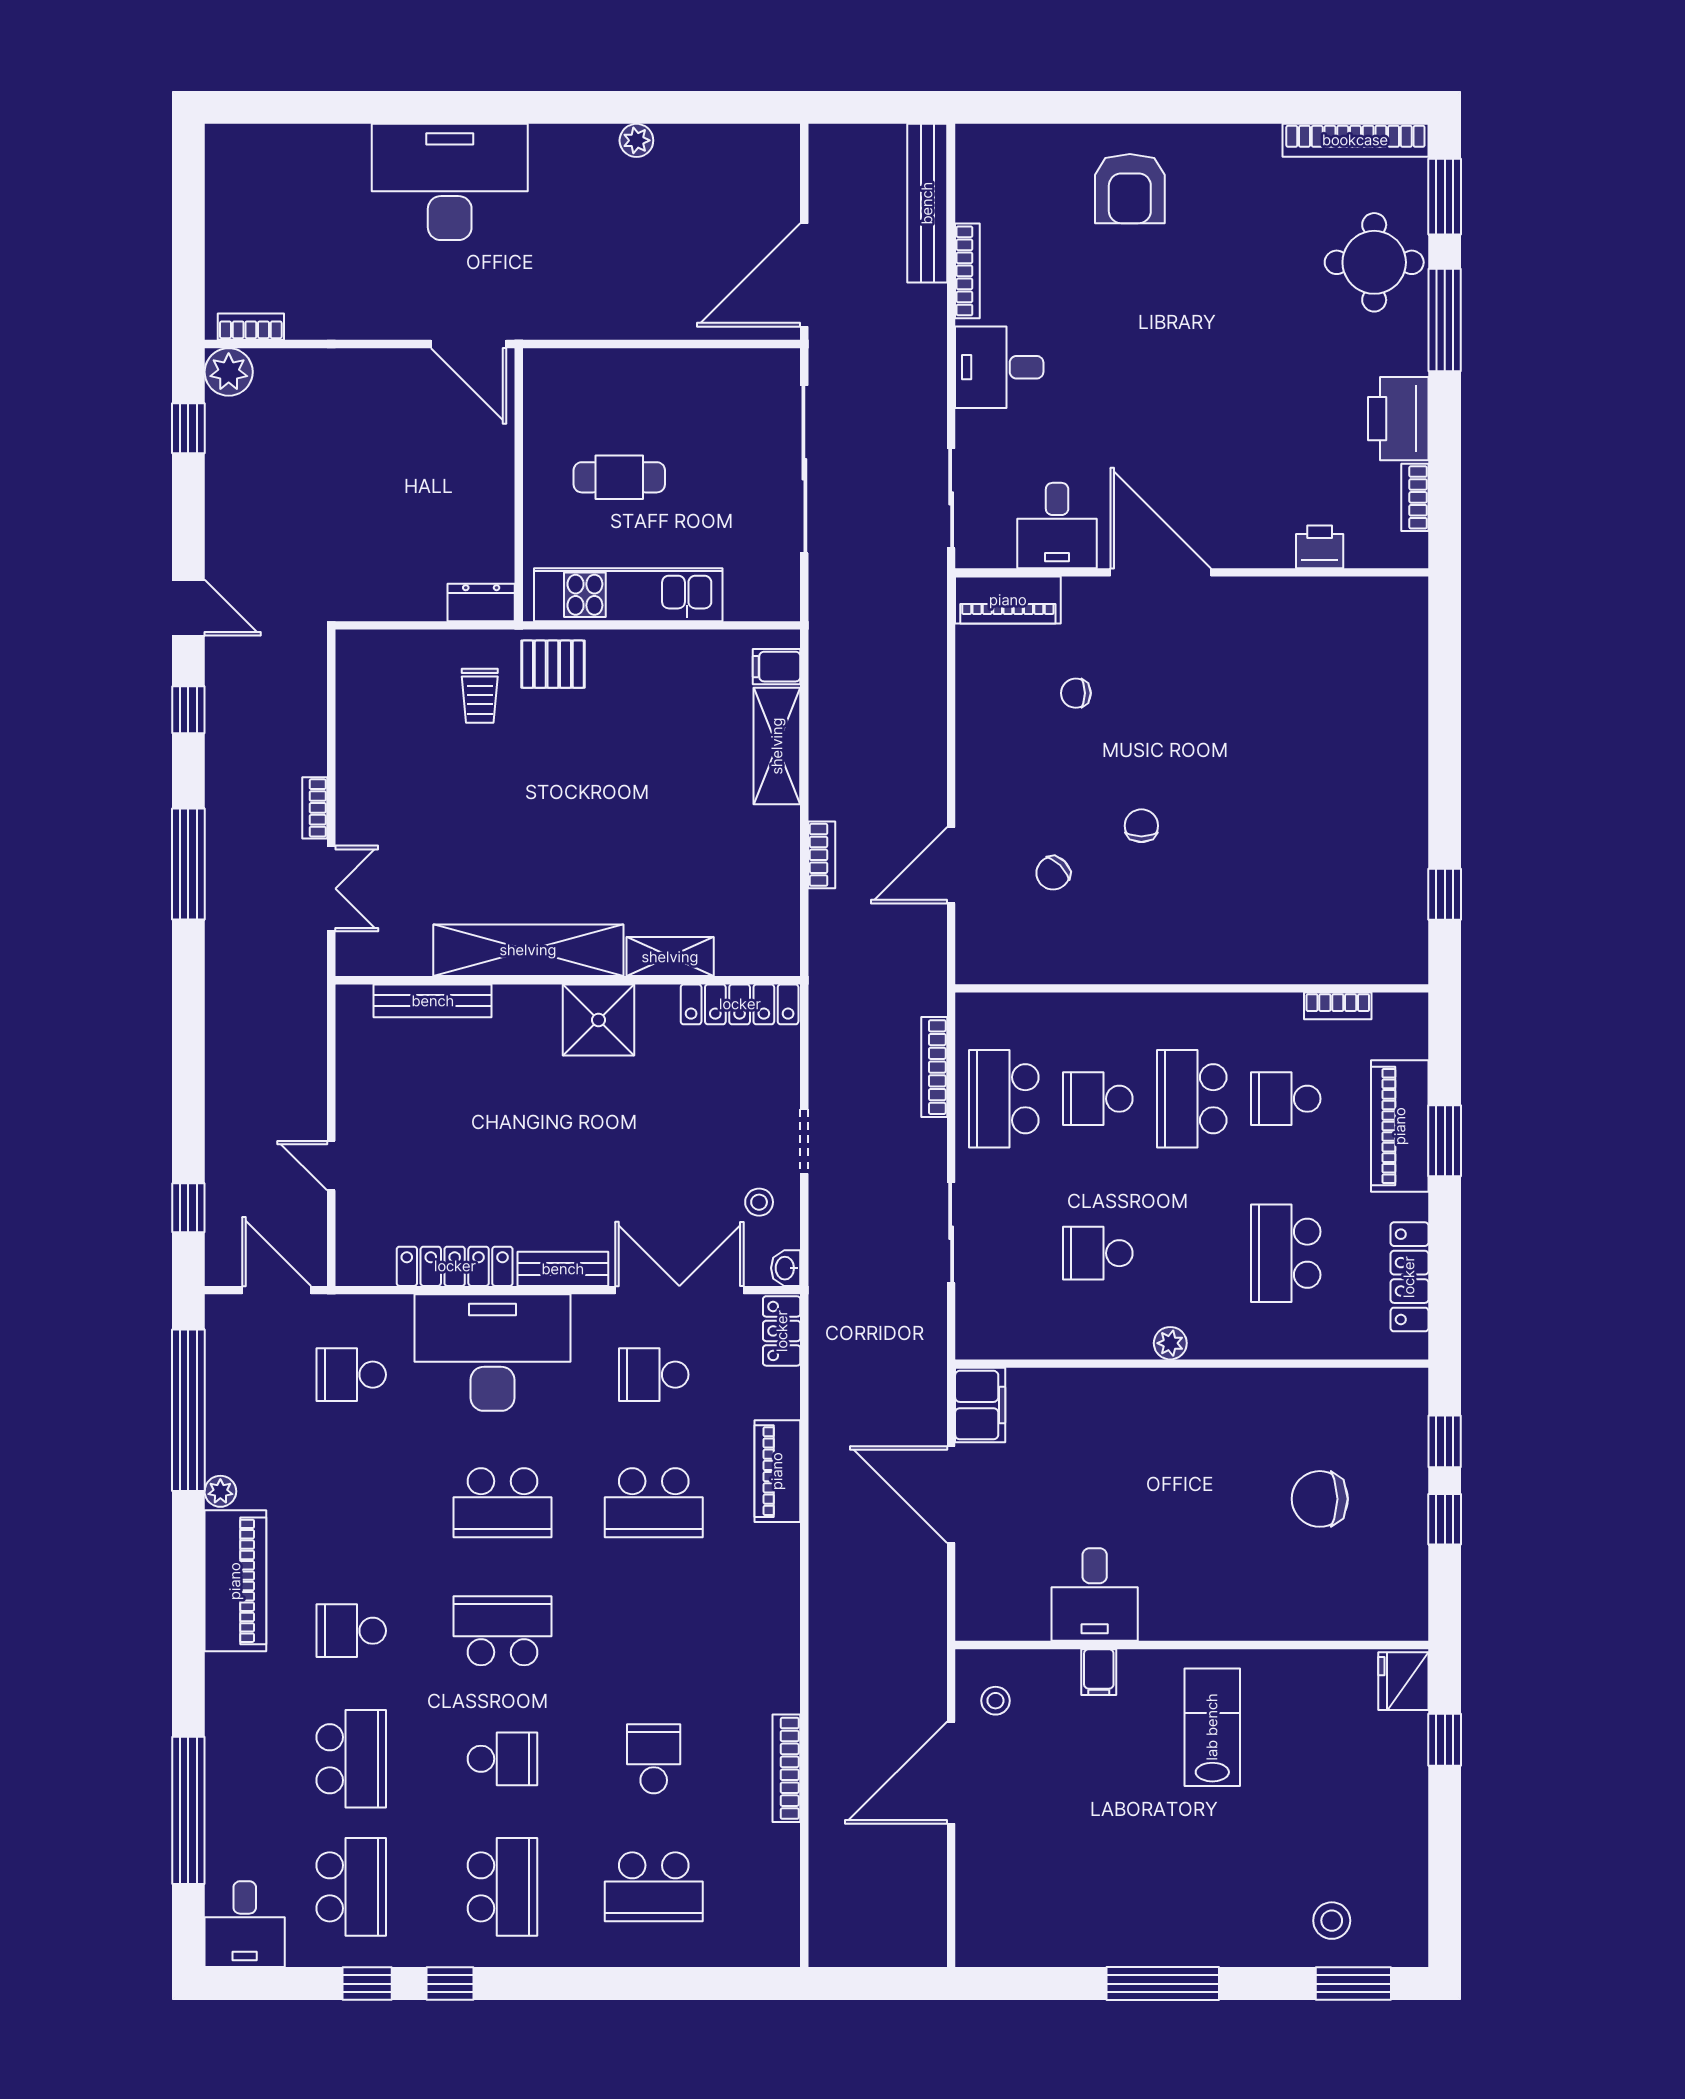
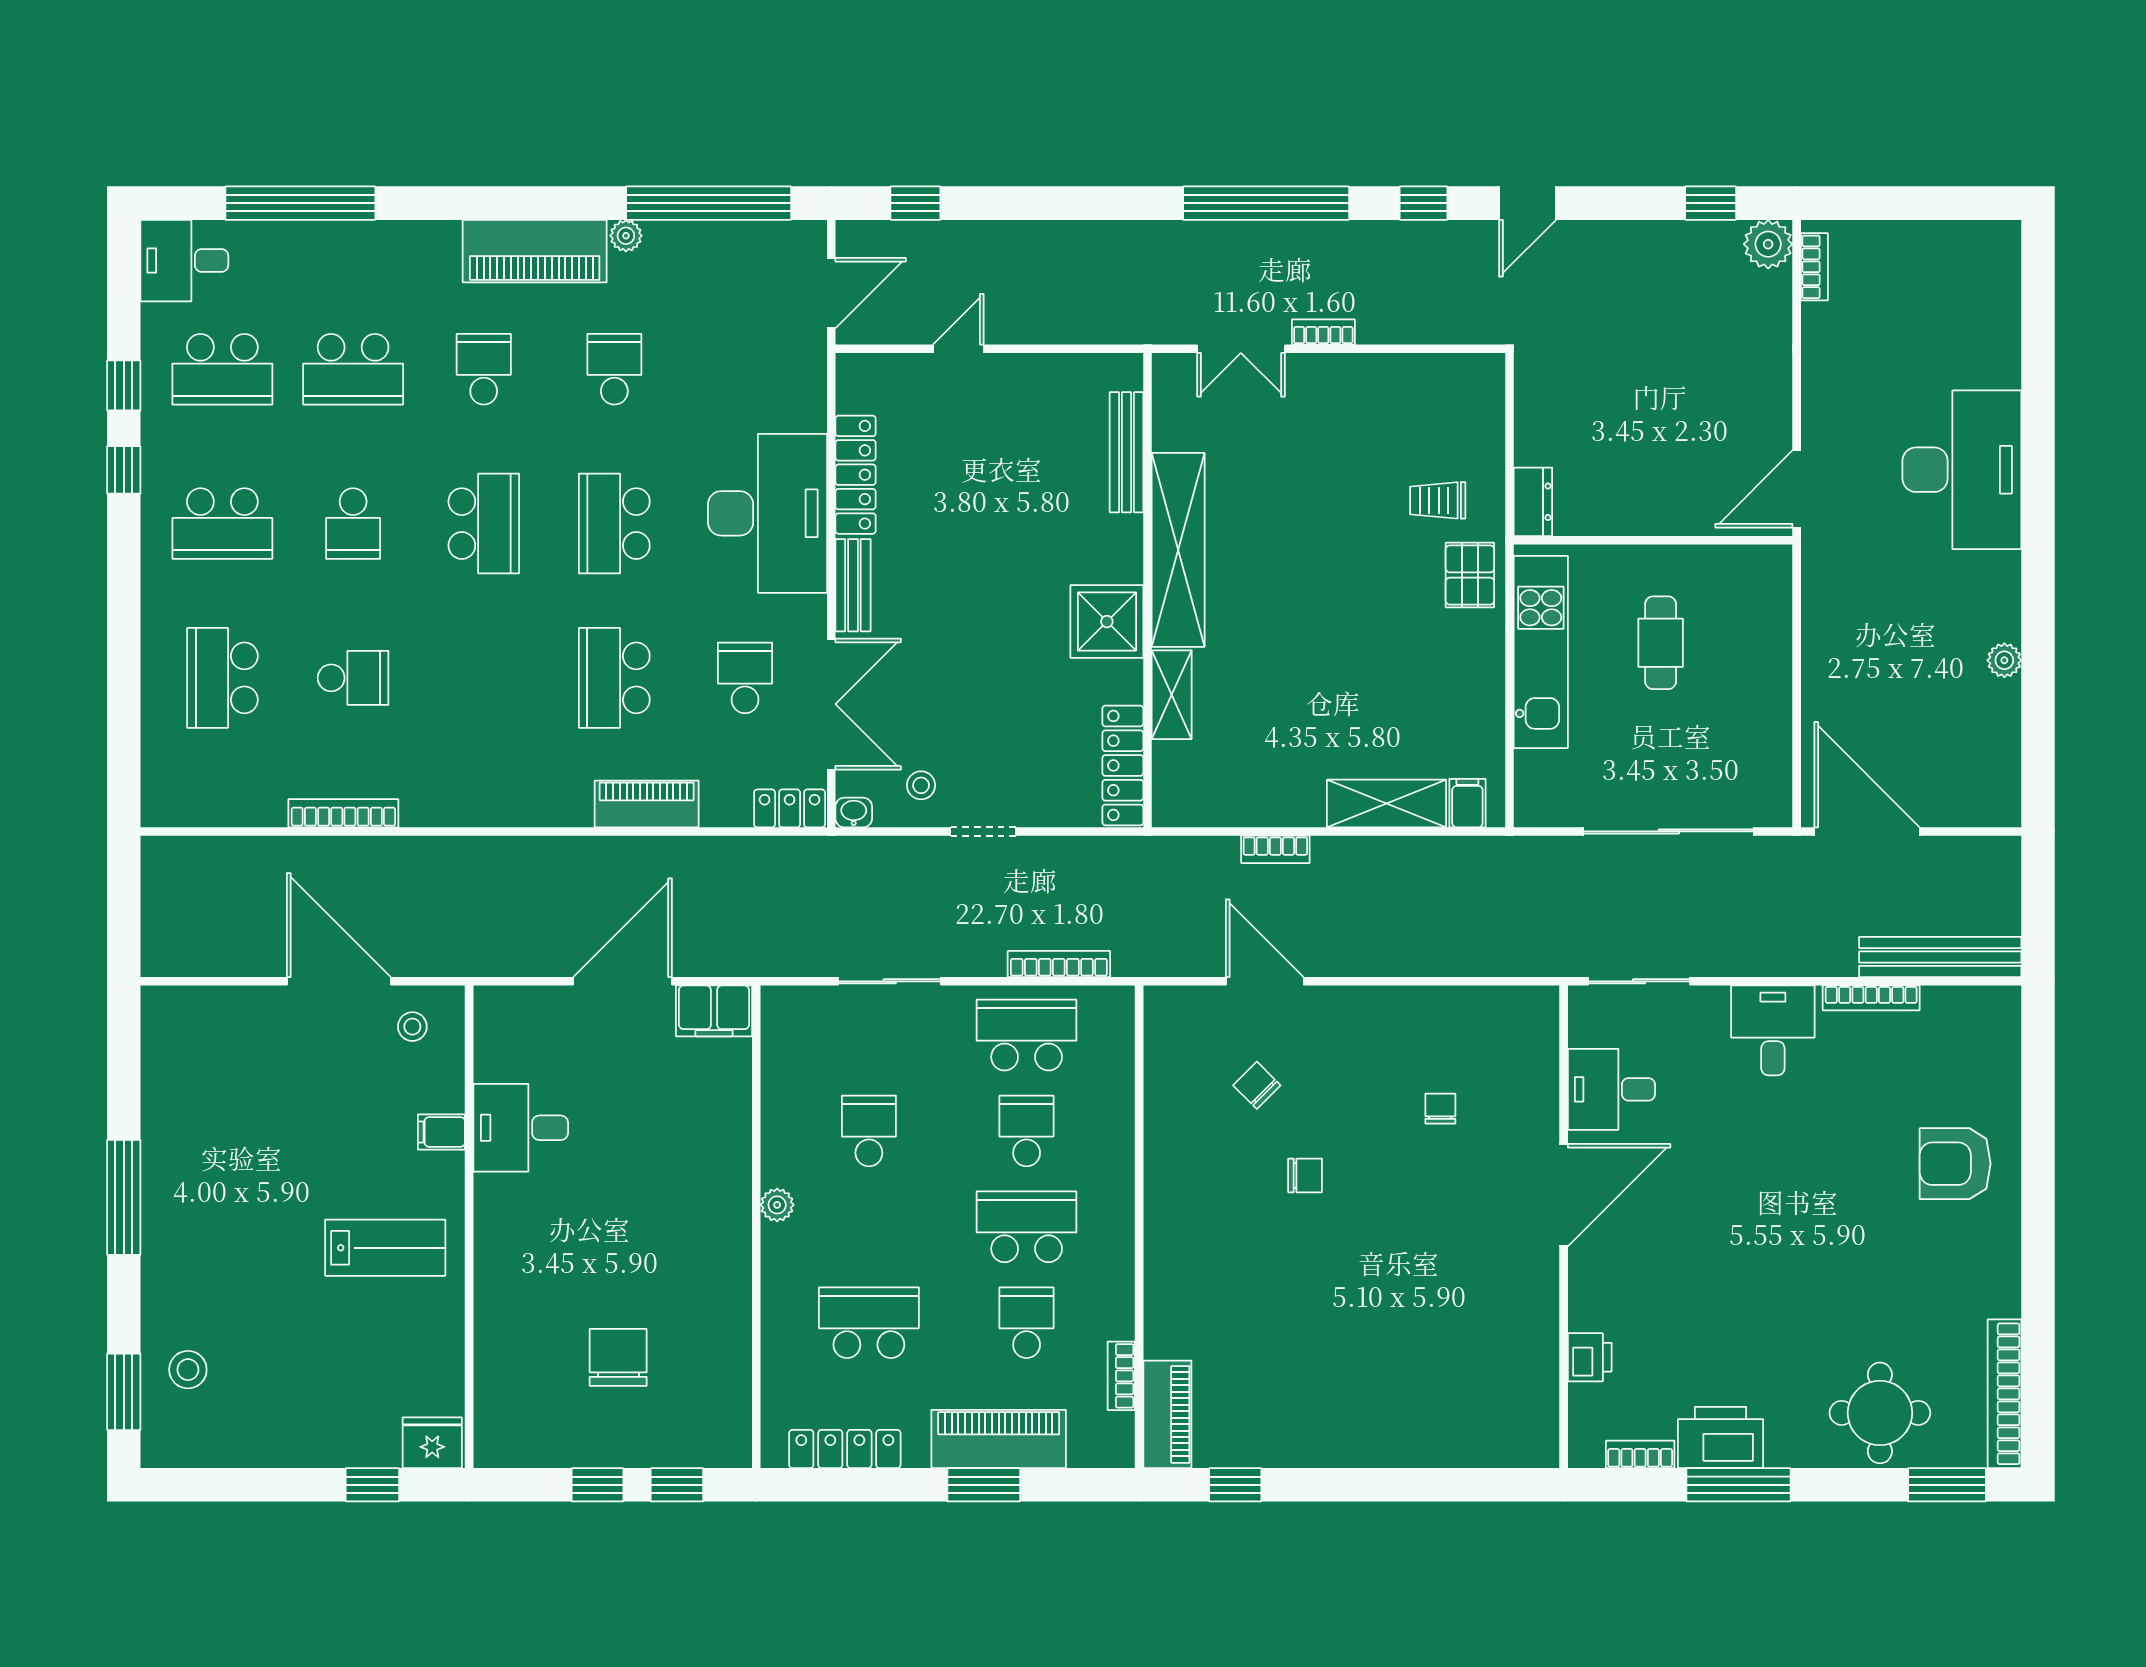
window: (1445, 320) -> (1739, 1485), moved
piano: (1008, 600) -> (1167, 1414), moved, turned 180
window: (188, 864) -> (1266, 203), width x1.46
school desk: (351, 1375) -> (614, 369), moved

